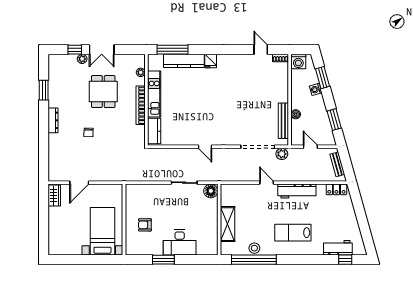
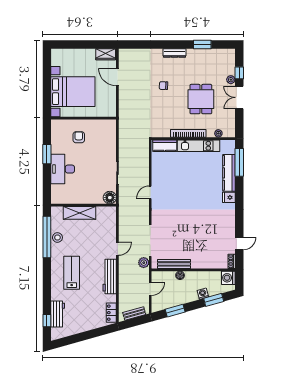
dining table: (103, 92) -> (201, 99), turned 90
bed with nightstands: (102, 231) -> (73, 92), width x1.36

